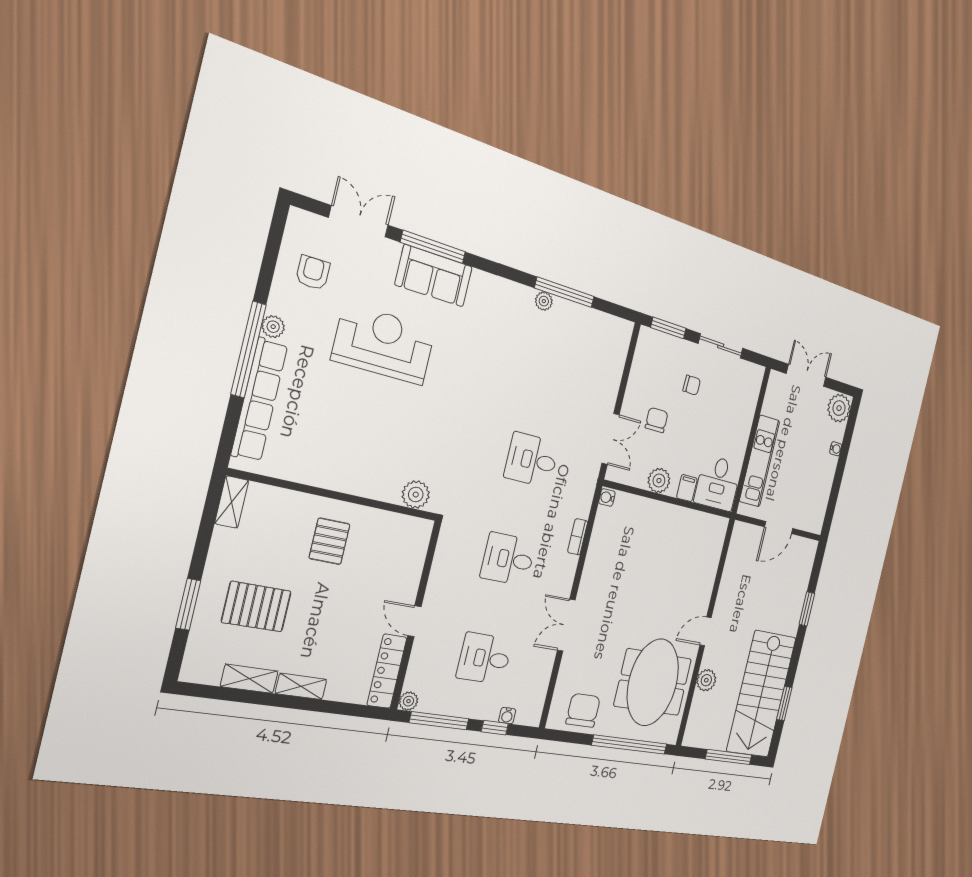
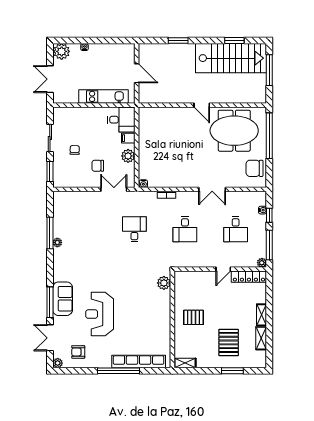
plant: (273, 327) -> (58, 363), moved
desk: (532, 460) -> (134, 229), turned 180
plant: (706, 680) -> (228, 97), removed

